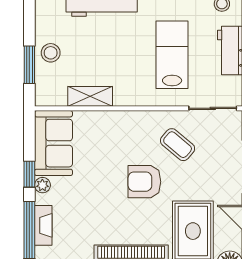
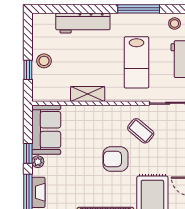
lab bench: (172, 55) -> (137, 62), turned 180
window: (29, 65) -> (28, 70), width x0.67
shelving: (90, 96) -> (88, 94), moved

